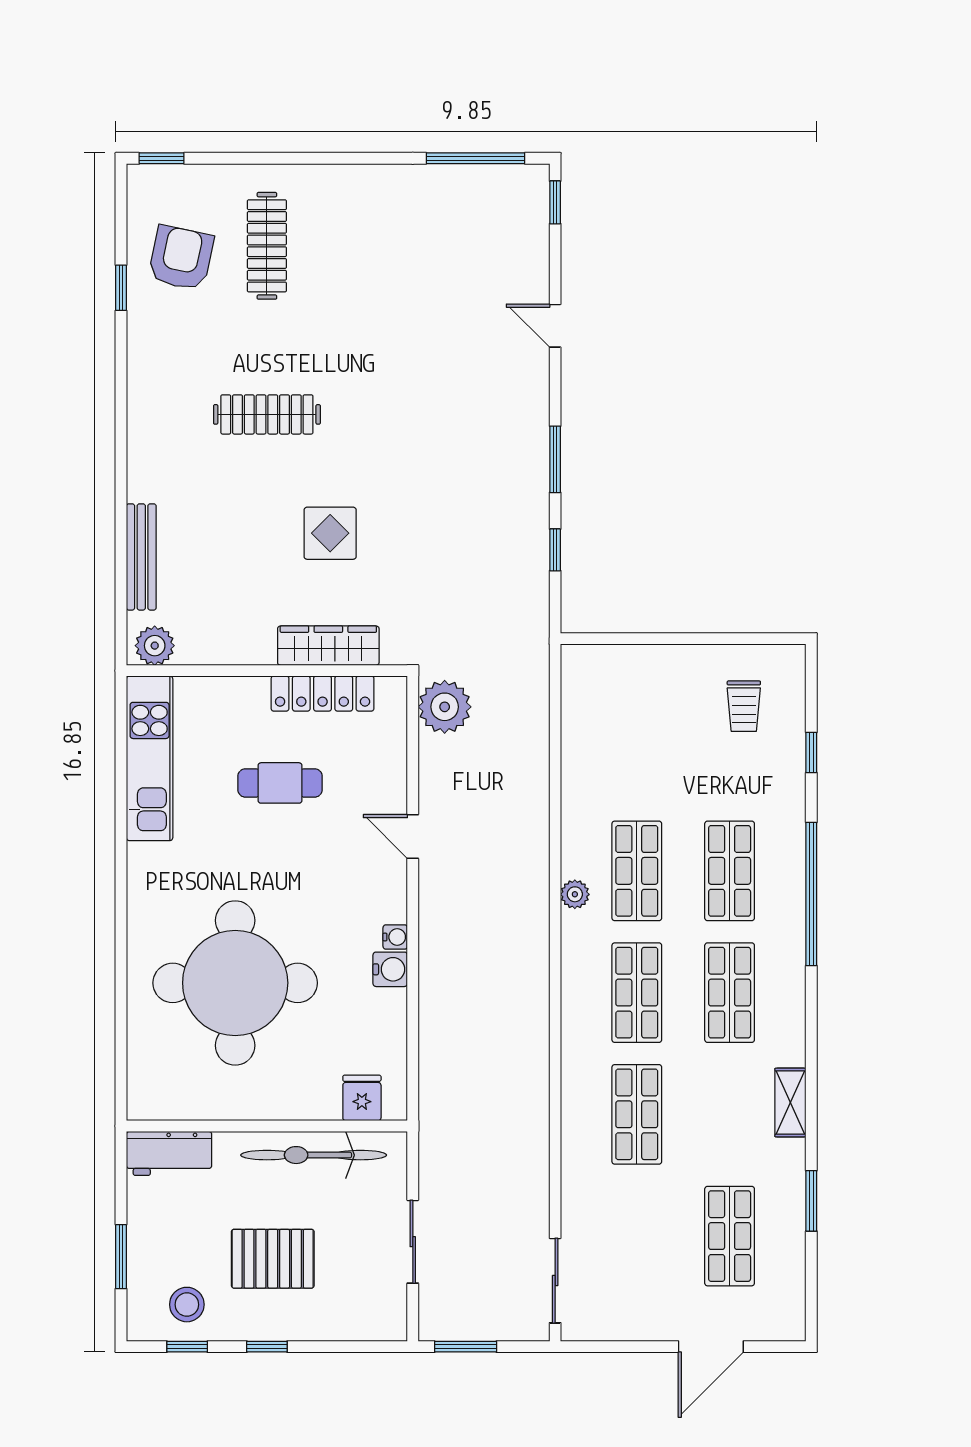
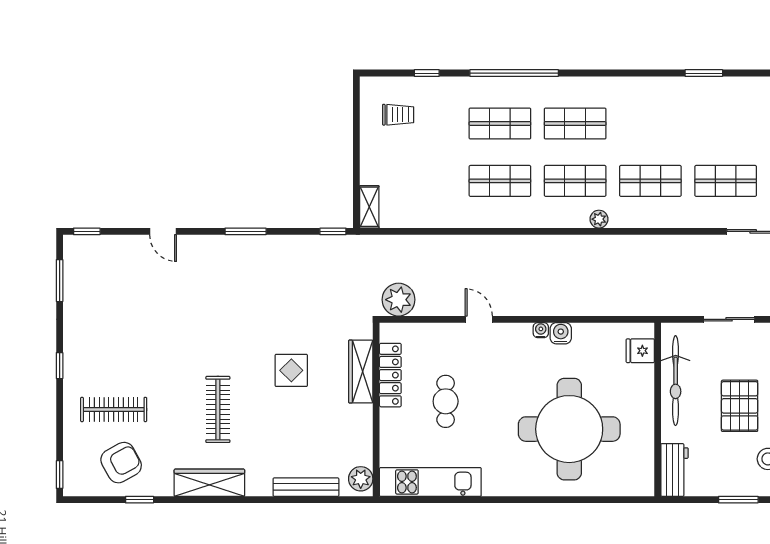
window: (338, 158) -> (60, 366), added
window: (475, 158) -> (60, 281), width x0.69
armchair: (181, 258) -> (121, 463), turned 139
door: (555, 326) -> (163, 231), hinge flipped
wardrobe: (148, 401) -> (209, 483), added
window: (555, 550) -> (333, 231), moved
door: (413, 837) -> (479, 319), swing flipped
plant: (575, 894) -> (599, 219), moved
shelving: (790, 1103) -> (369, 207), moved, turned 90
shop shelf: (730, 1236) -> (726, 181), moved

